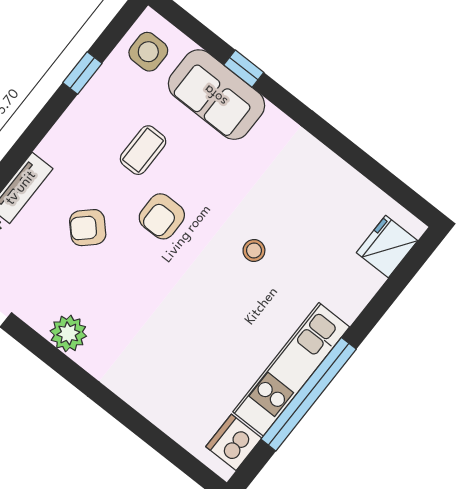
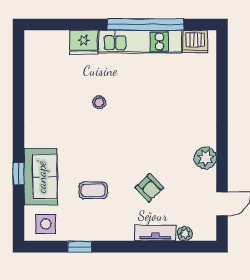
armchair: (162, 216) -> (117, 157), removed
fridge: (387, 247) -> (84, 42), moved

